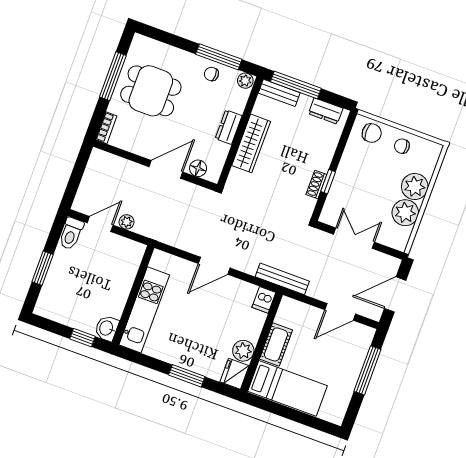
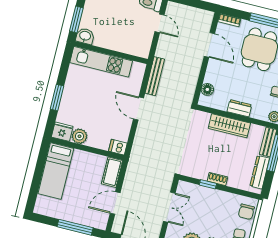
dresser: (326, 111) -> (260, 172), width x1.44
door: (166, 169) -> (209, 45), moved
shoe rack: (316, 185) -> (217, 179), moved
plant: (127, 222) -> (163, 42), removed
bench: (282, 279) -> (155, 76), moved
door: (340, 312) -> (115, 203), hinge flipped
window: (83, 338) -> (76, 19), width x1.50
cot: (276, 344) -> (112, 172), moved, turned 90

